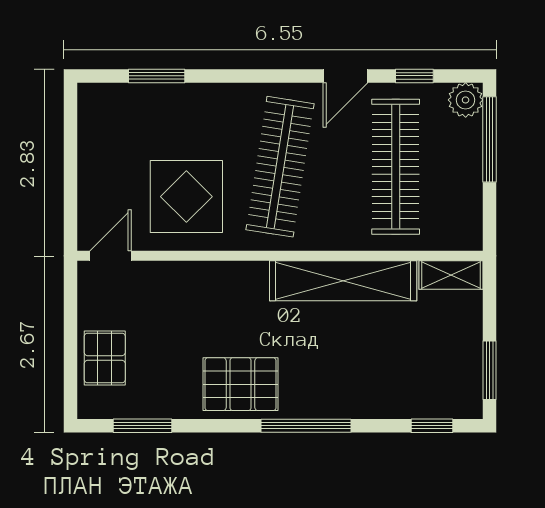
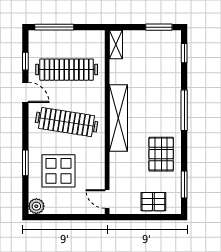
window: (157, 76) -> (25, 163), moved
plant: (466, 100) -> (36, 206), moved
display table: (186, 197) -> (59, 171), moved
shelving: (343, 281) -> (118, 118), moved
pallet: (241, 384) -> (161, 154), moved

